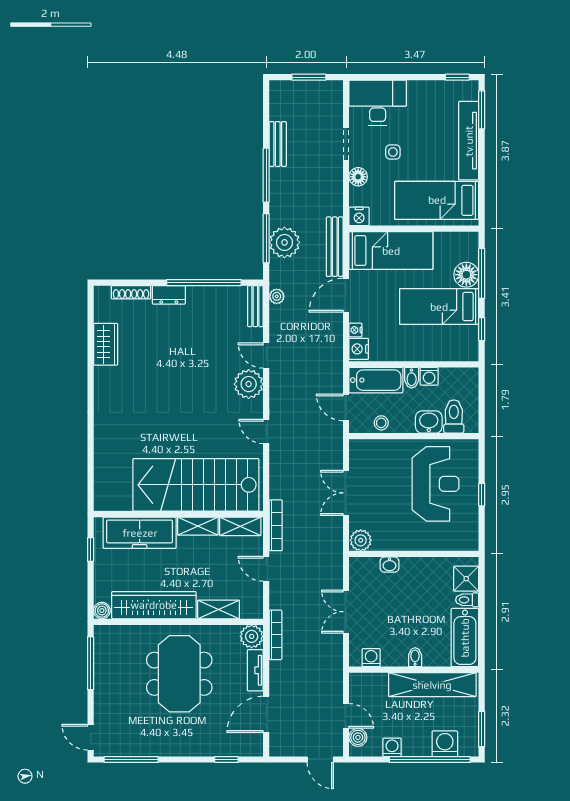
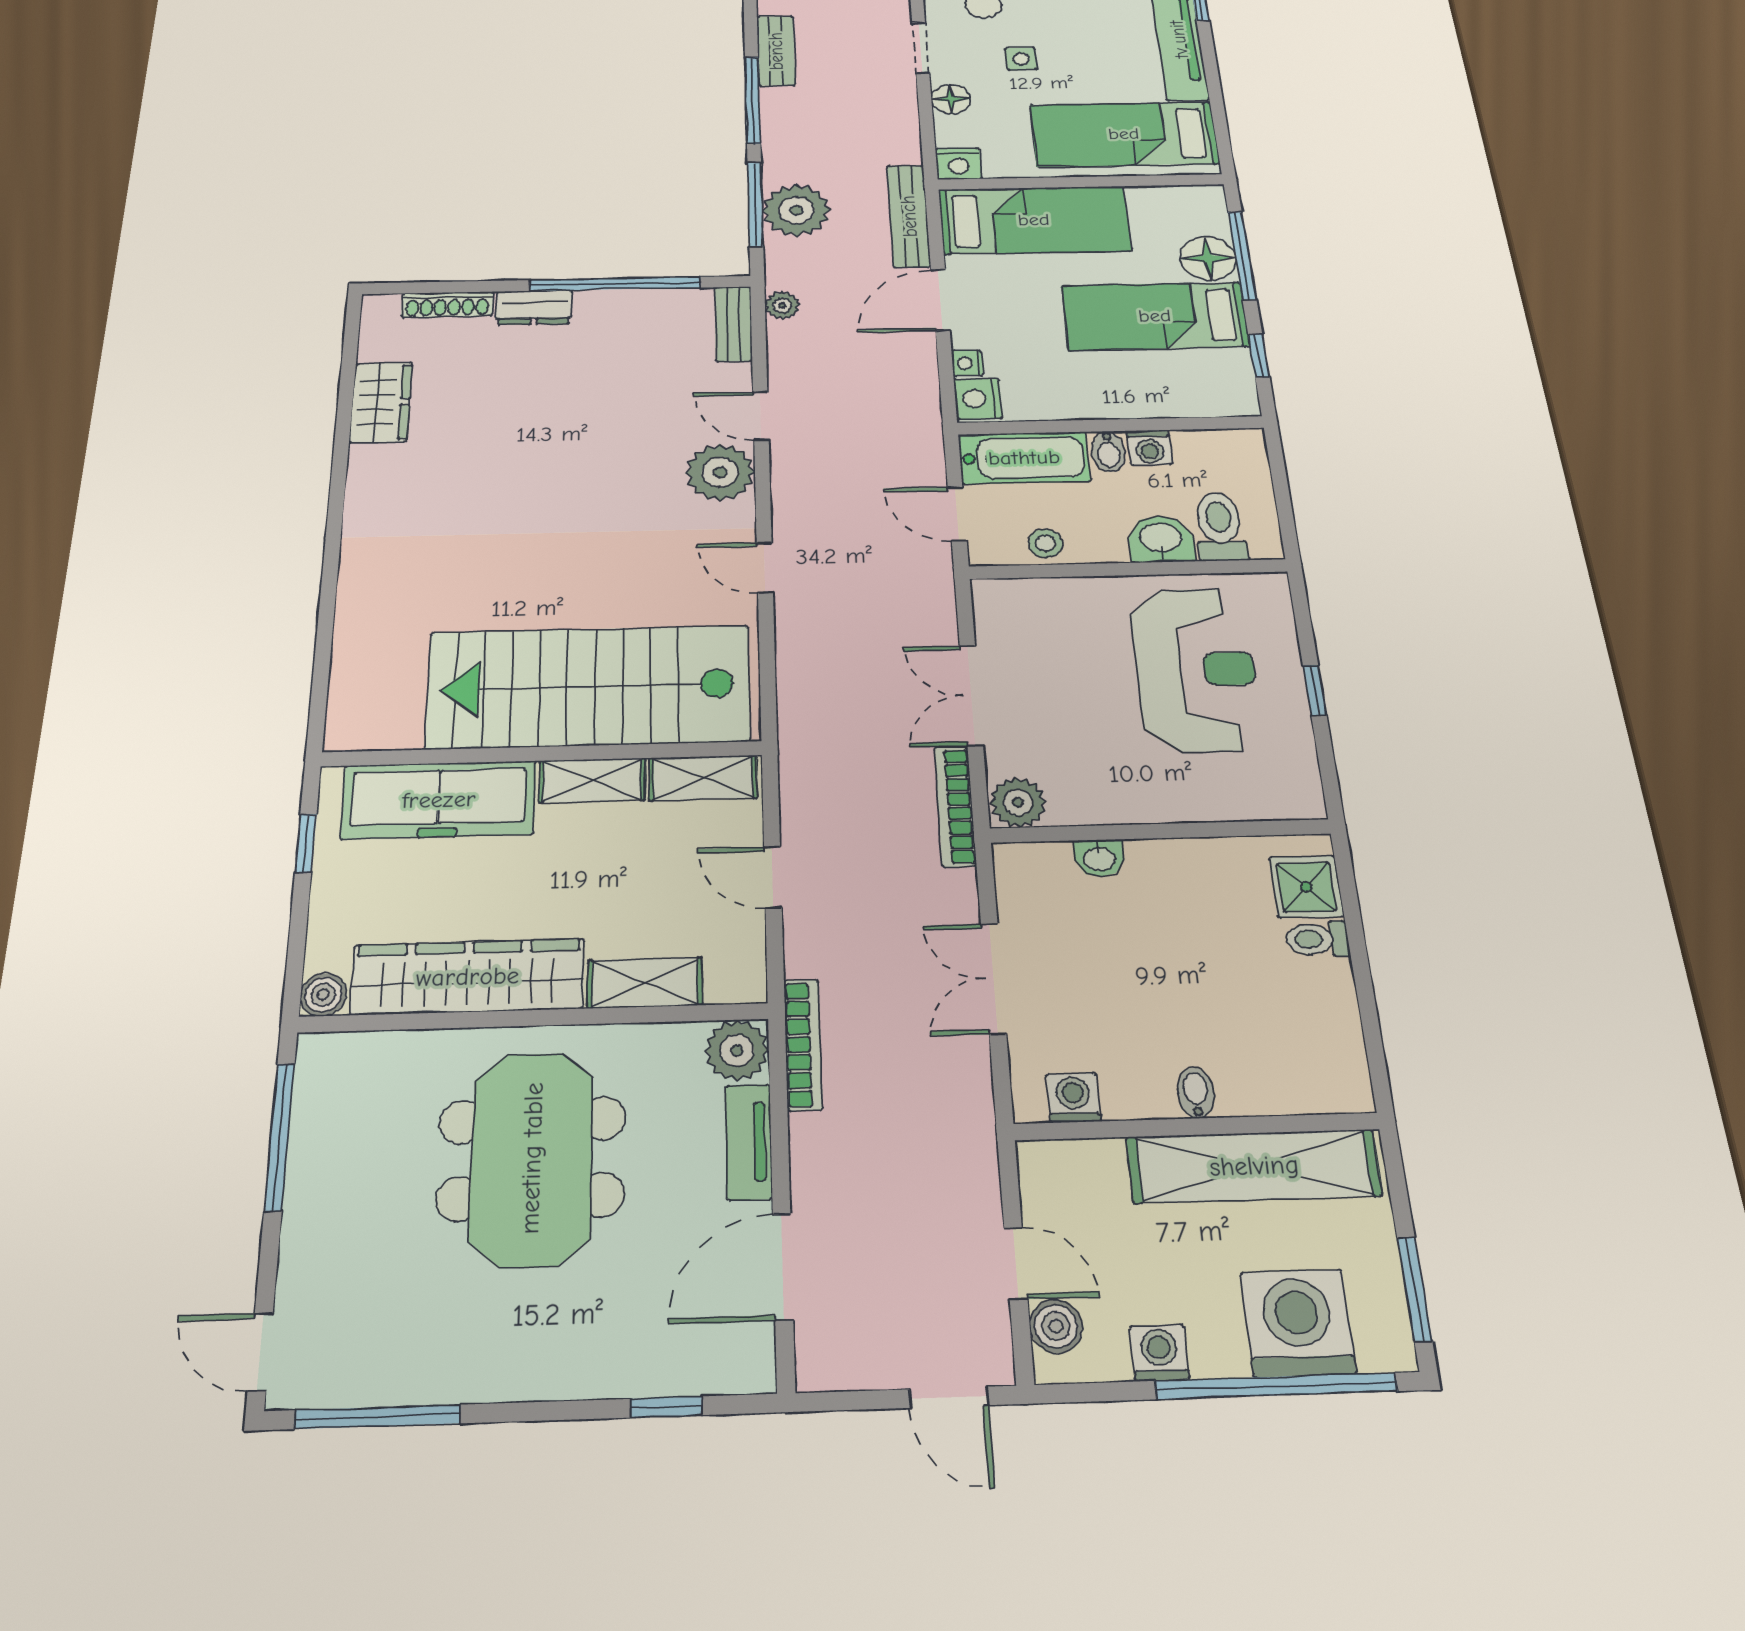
bookcase: (276, 525) -> (955, 806), moved, turned 180
bathtub: (465, 638) -> (1326, 1036), removed
washing machine: (445, 744) -> (1298, 1323), width x1.37, depth x1.37

